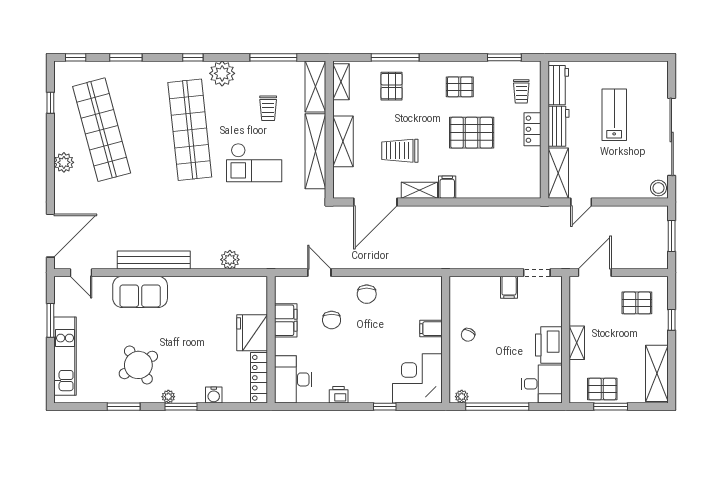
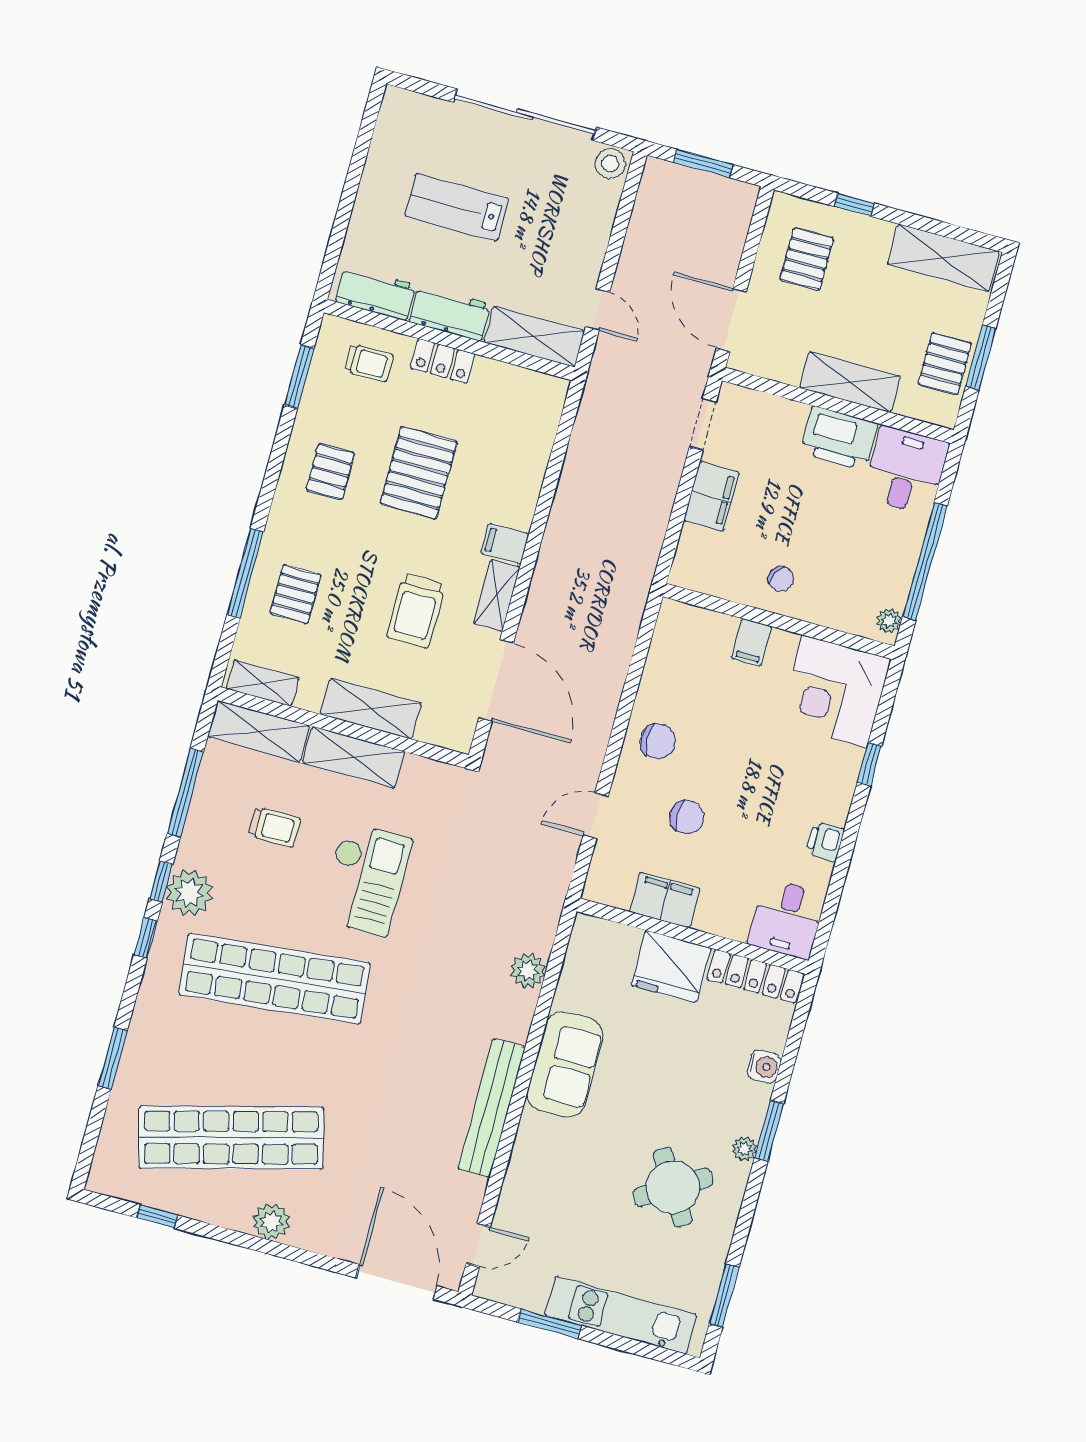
window: (76, 57) -> (161, 882), moved
pallet: (392, 86) -> (295, 594), turned 90
shelving: (315, 151) -> (354, 757), width x0.68
filing cabinet: (509, 287) -> (711, 497), width x2.00
sofa: (140, 292) -> (565, 1065), moved
shelving: (577, 343) -> (850, 382), width x1.50, depth x1.33
desk: (293, 379) -> (787, 919), width x0.73
window: (124, 407) -> (724, 1296), moved

